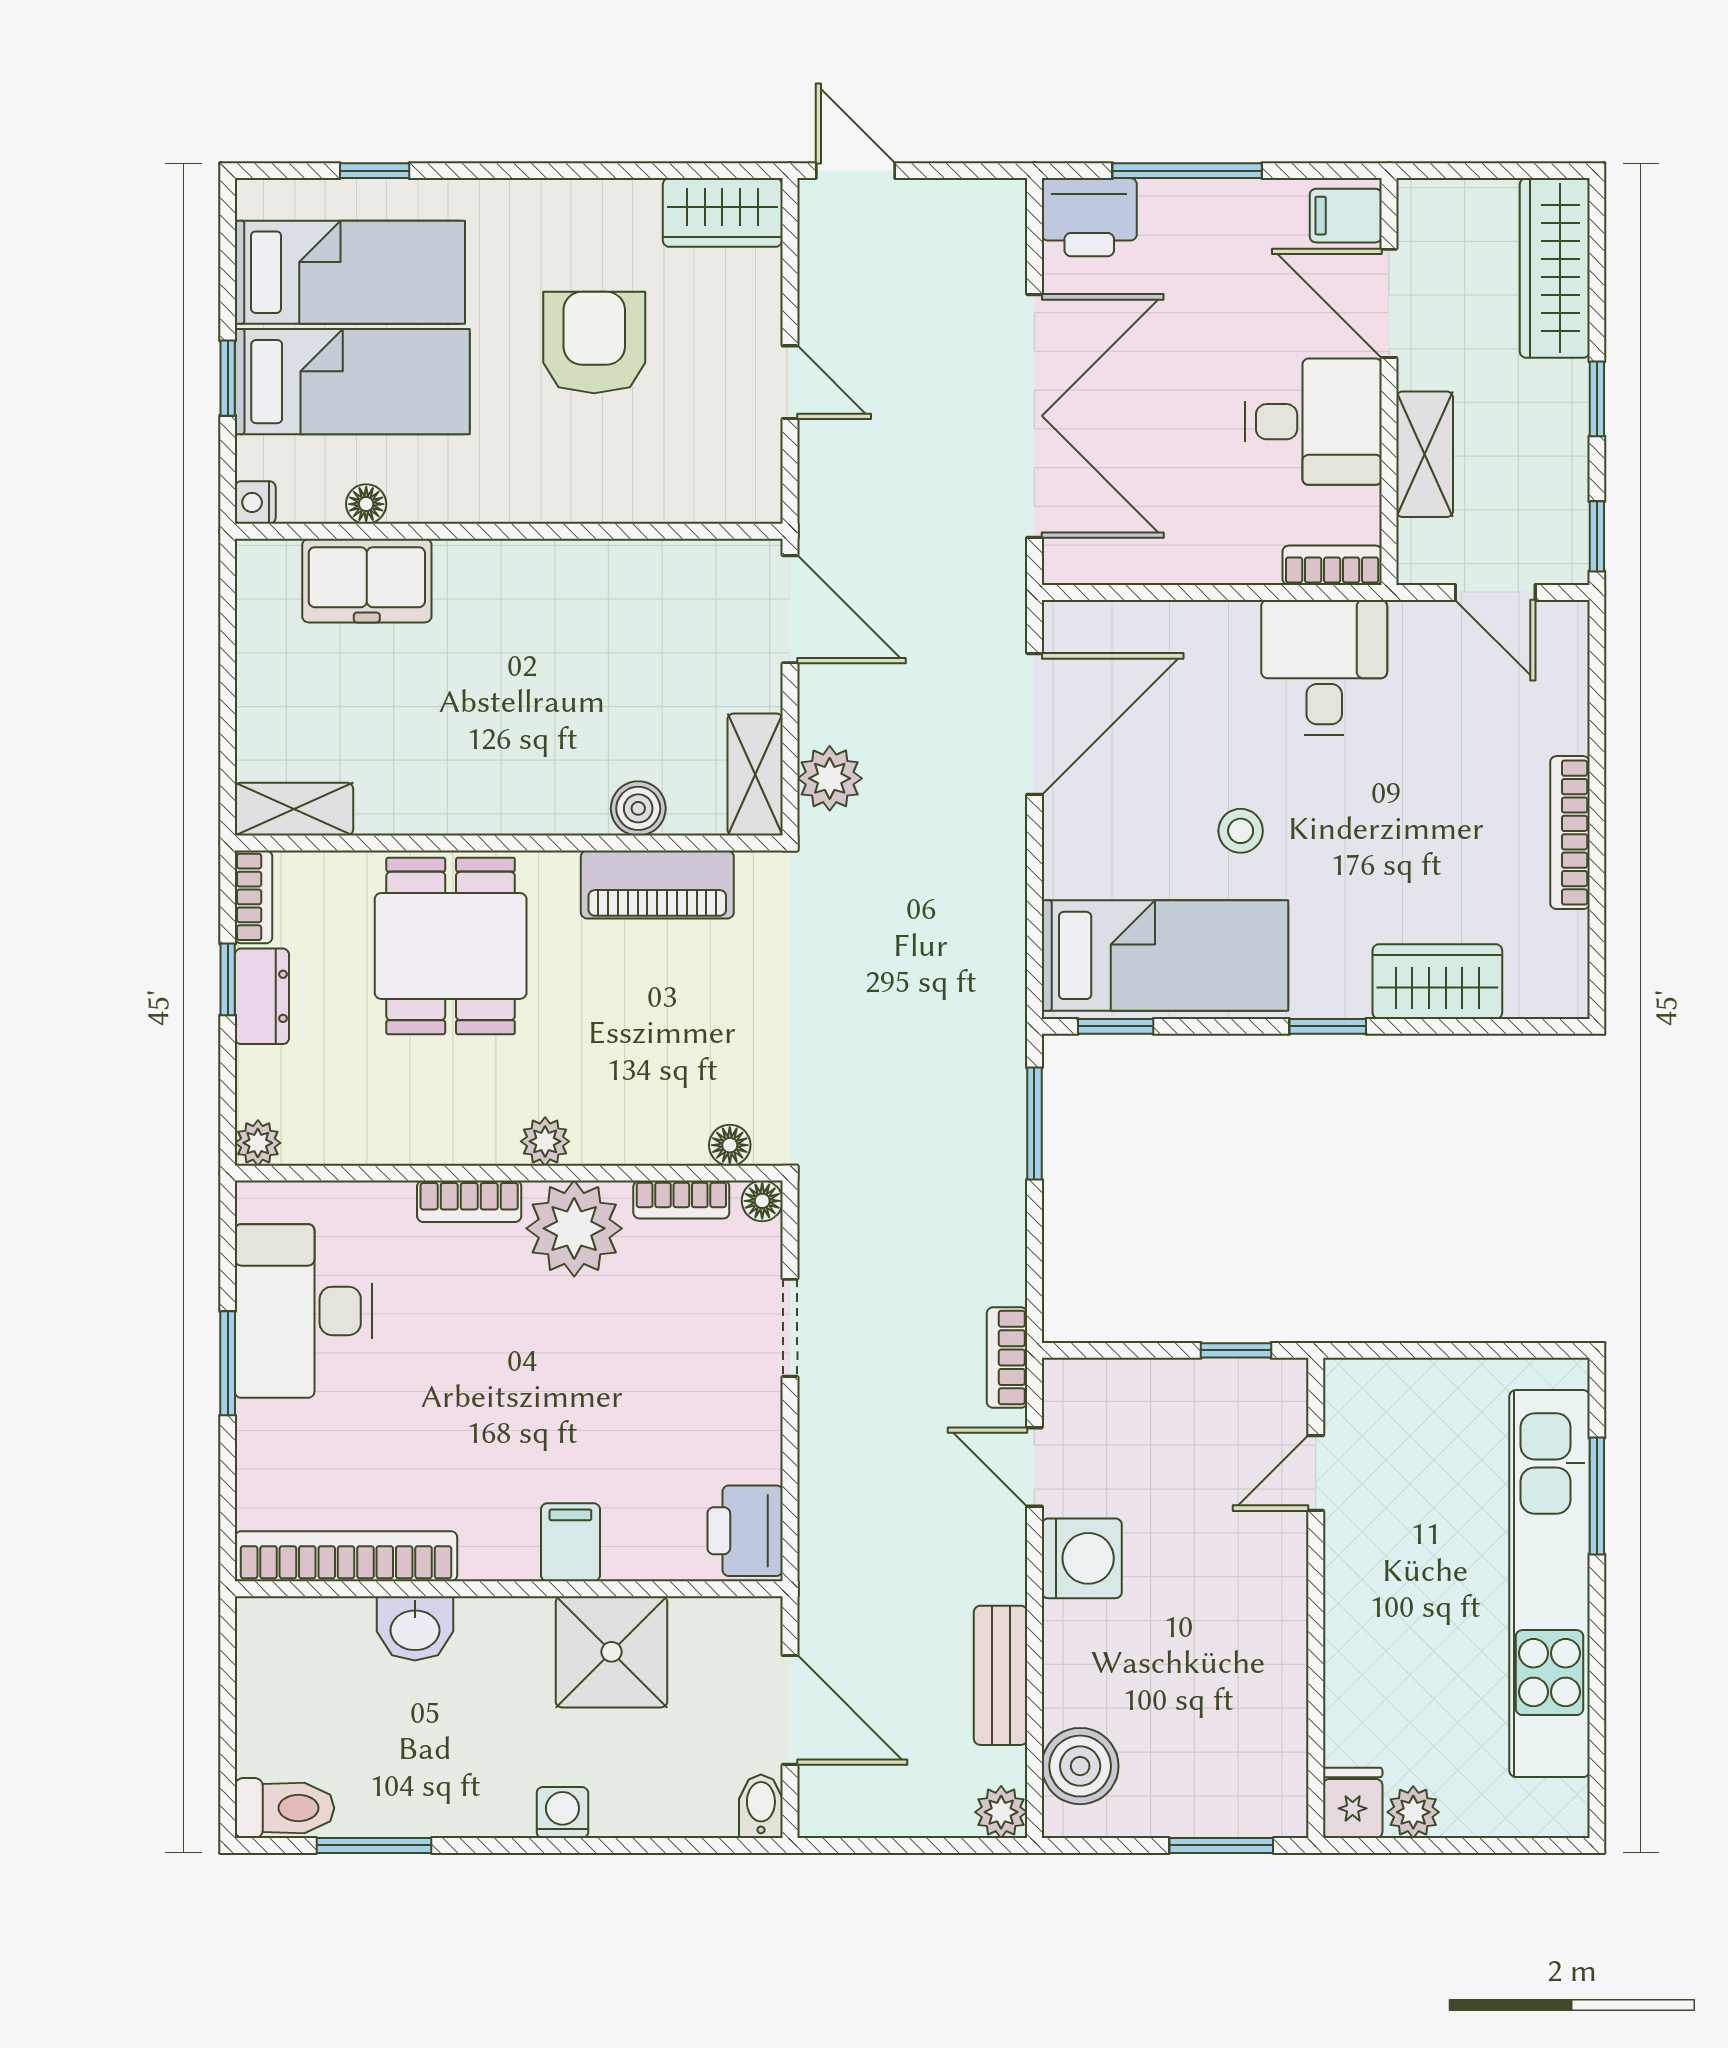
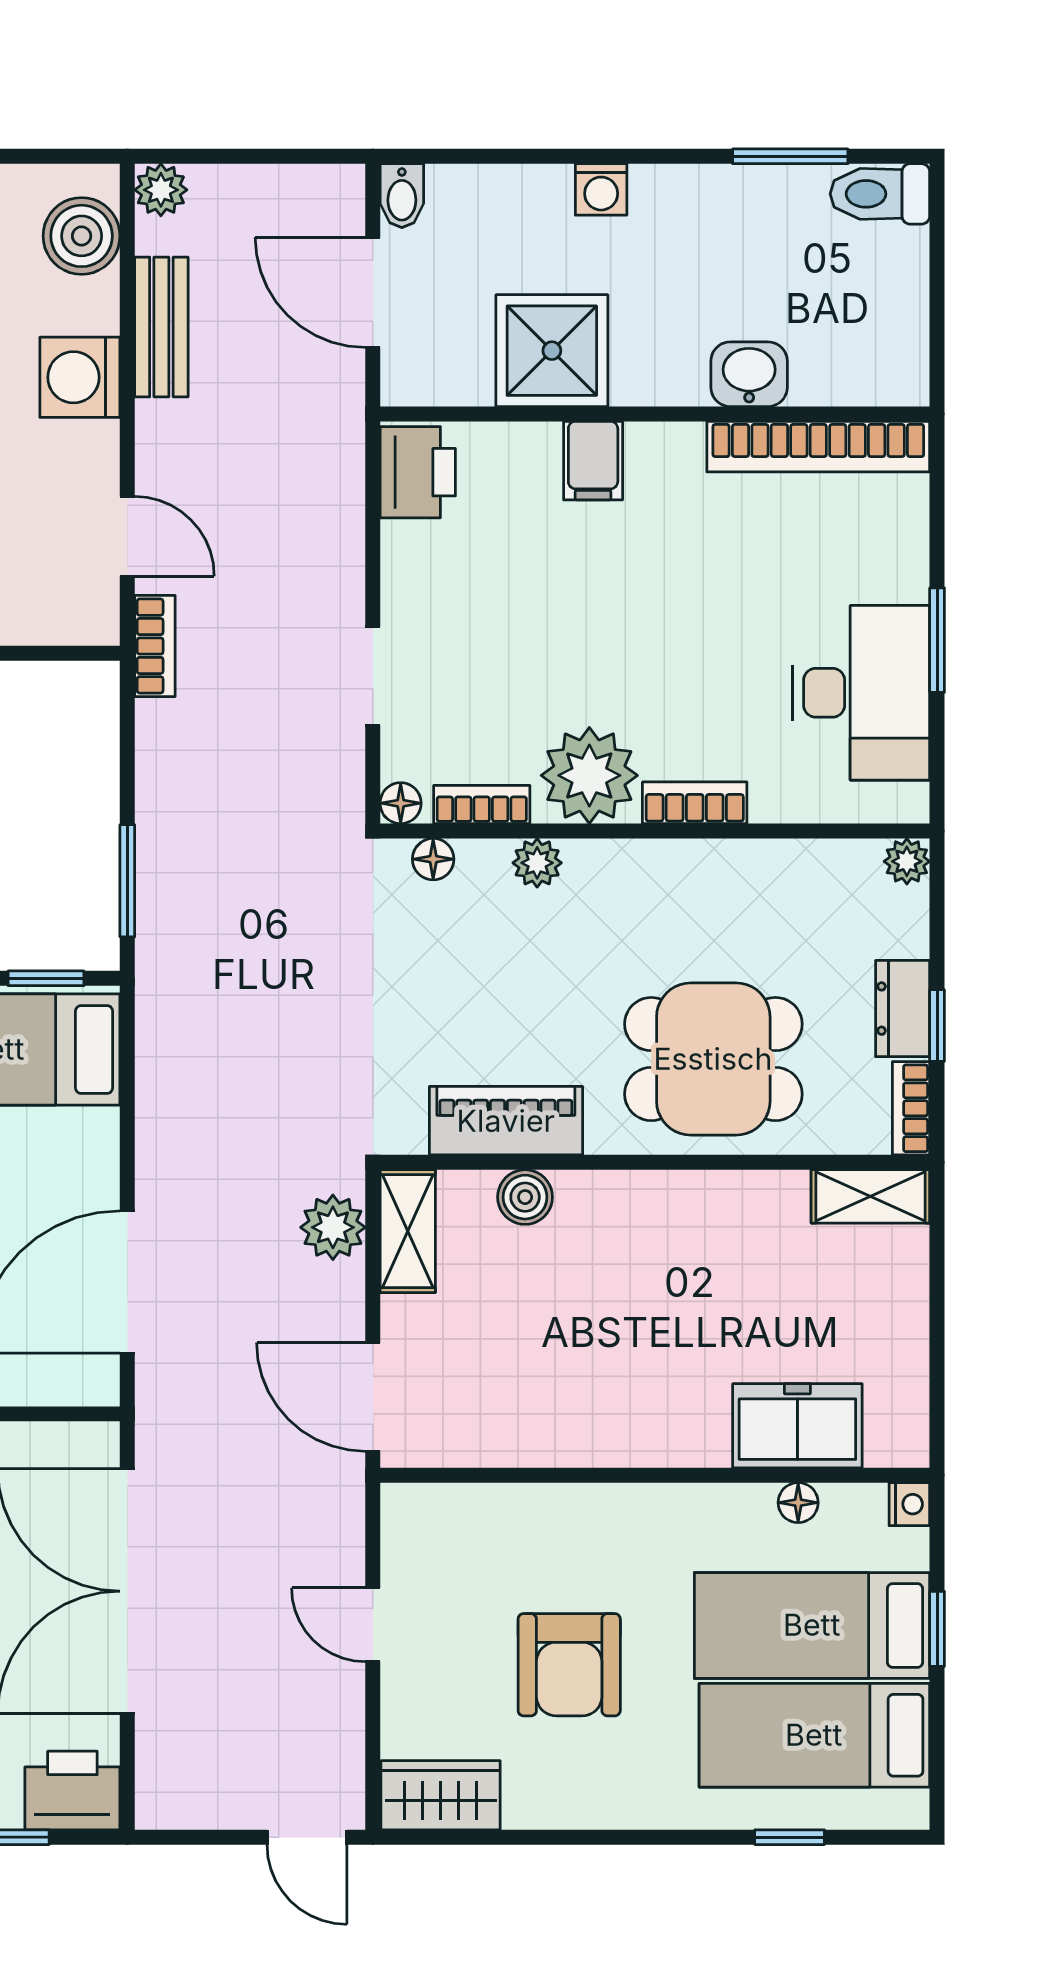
dining table: (451, 946) -> (713, 1059), turned 90
plant: (545, 1141) -> (537, 863), moved
washing machine: (1082, 1558) -> (80, 377), moved

